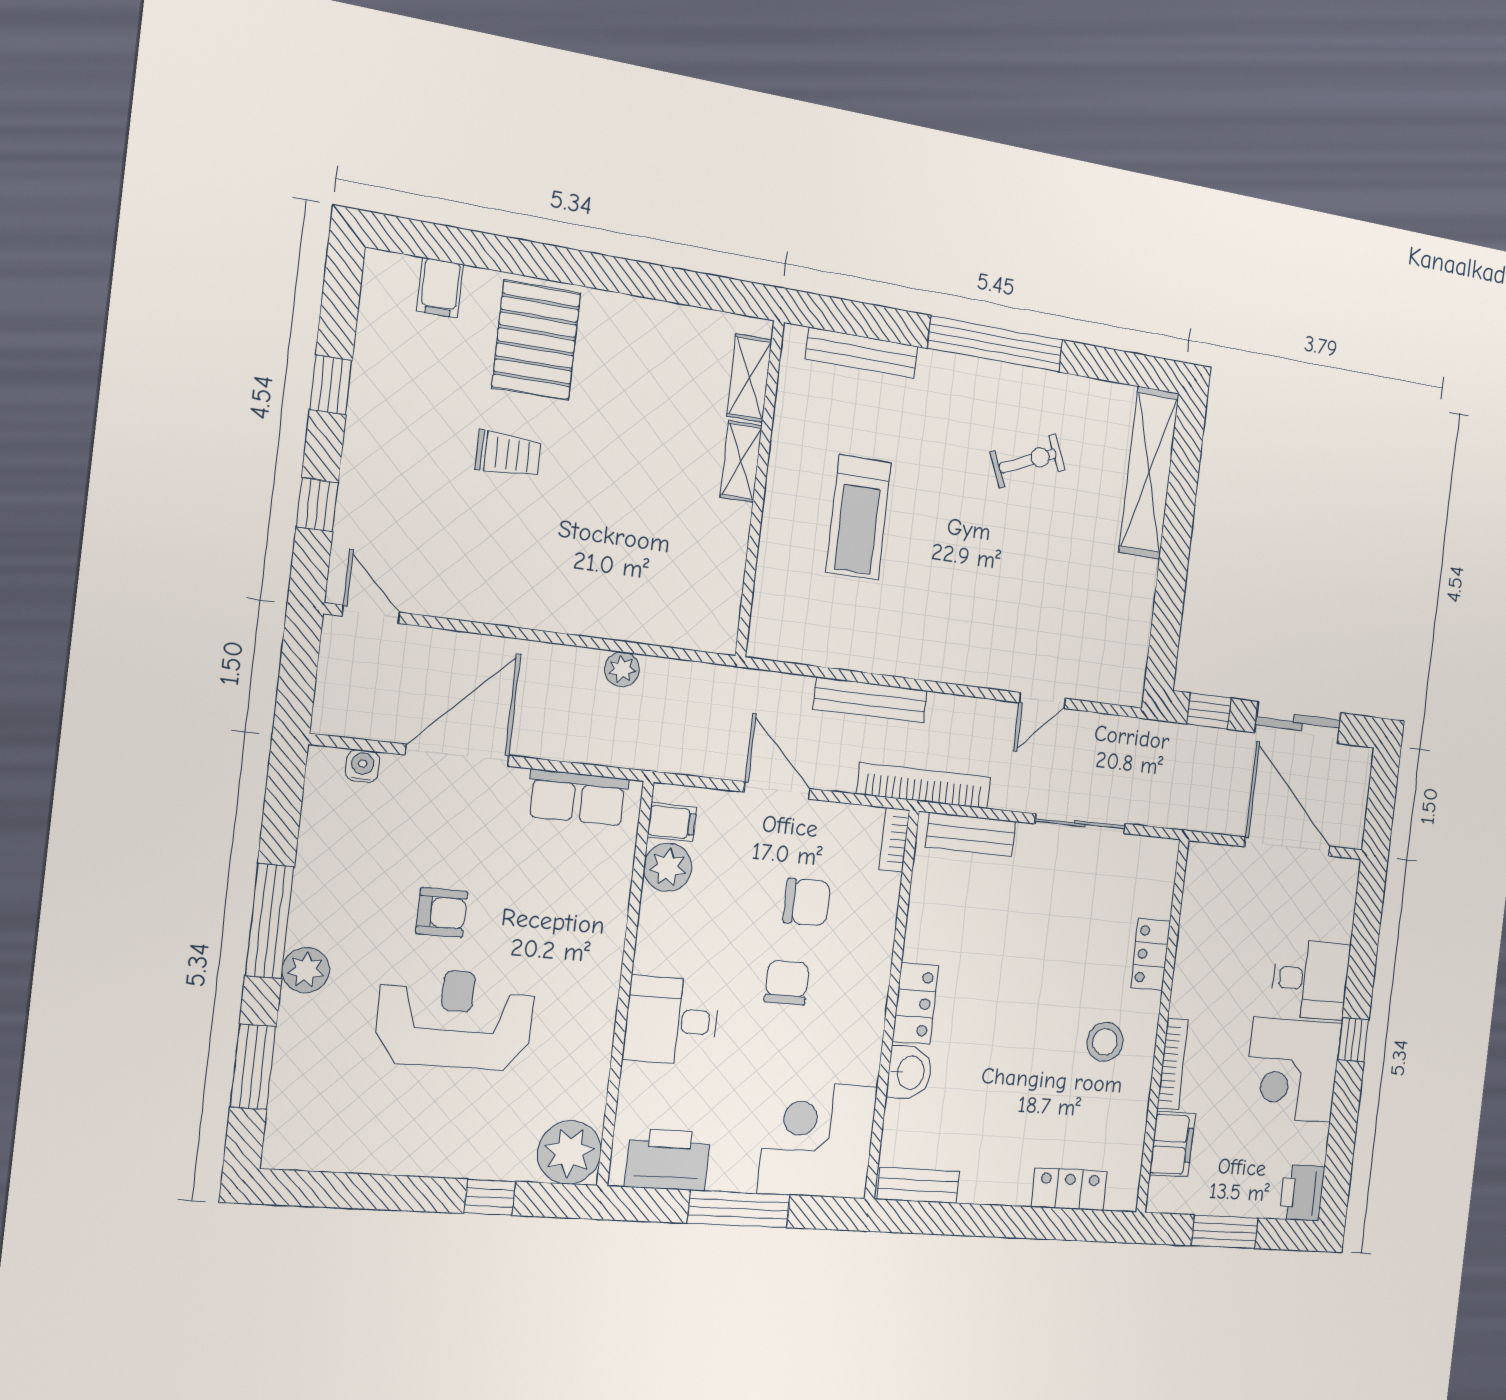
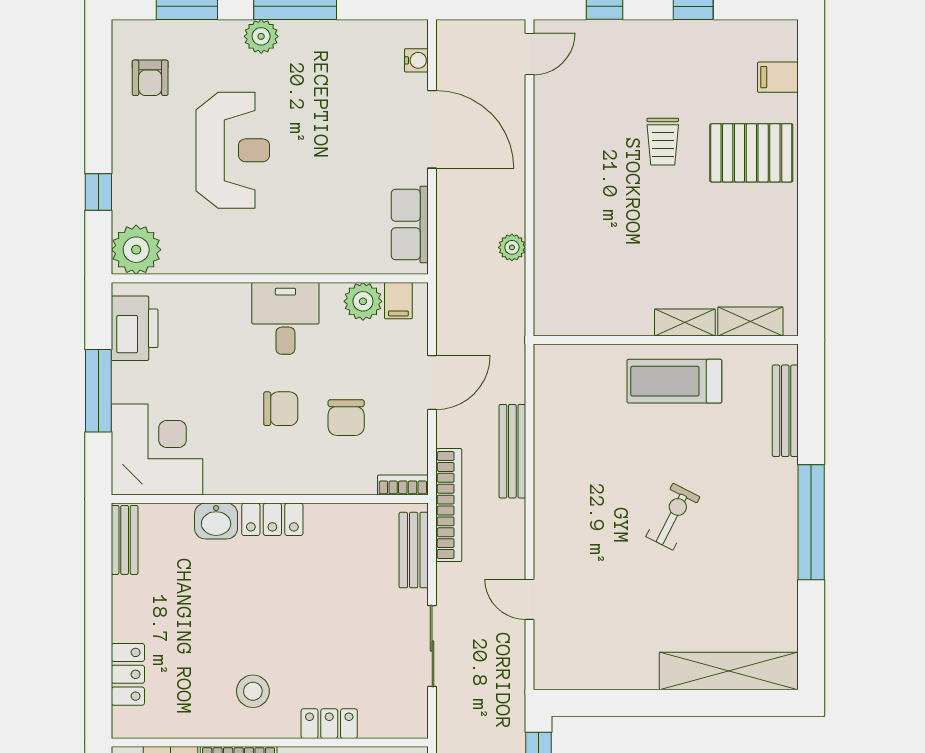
exercise bike: (1028, 461) -> (673, 517), moved, turned -130
treadmill: (859, 517) -> (674, 381), moved
armchair: (442, 912) -> (150, 78), moved
desk: (671, 1020) -> (285, 318), moved

